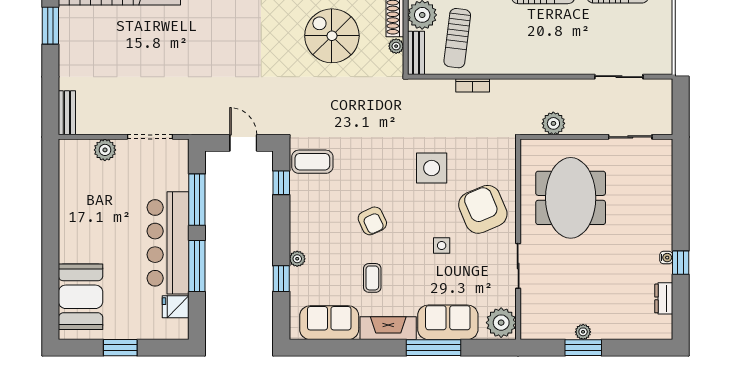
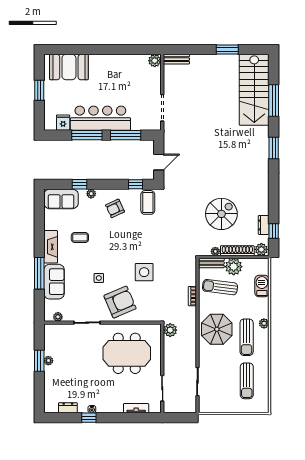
parasol: (529, 44) -> (217, 329), added
plant: (553, 123) -> (170, 330), moved
plant: (105, 150) -> (155, 61), moved
tv unit: (664, 182) -> (136, 408), added
armchair: (372, 221) -> (115, 208), moved
sofa: (329, 323) -> (61, 199), moved, turned 90
plant: (501, 323) -> (58, 317), width x0.53, depth x0.53

